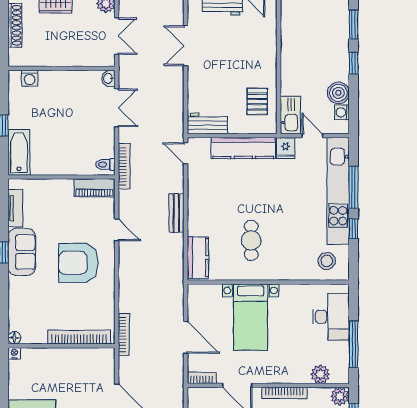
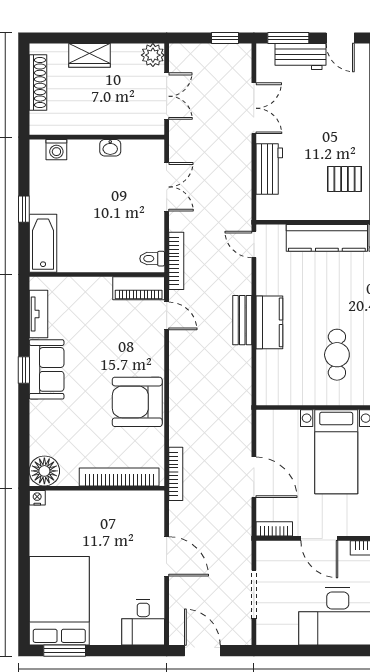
double door: (186, 46) -> (254, 108), swing flipped
washbasin: (108, 78) -> (110, 148), moved, turned -90
pallet: (257, 101) -> (345, 179), turned 90
workbench: (207, 124) -> (269, 169), moved, turned 90
door: (117, 230) -> (167, 316), moved
kitchen counter: (198, 257) -> (269, 322), moved
armchair: (78, 263) -> (137, 402), moved
floor lamp: (14, 338) -> (44, 471), width x1.89, depth x1.89

